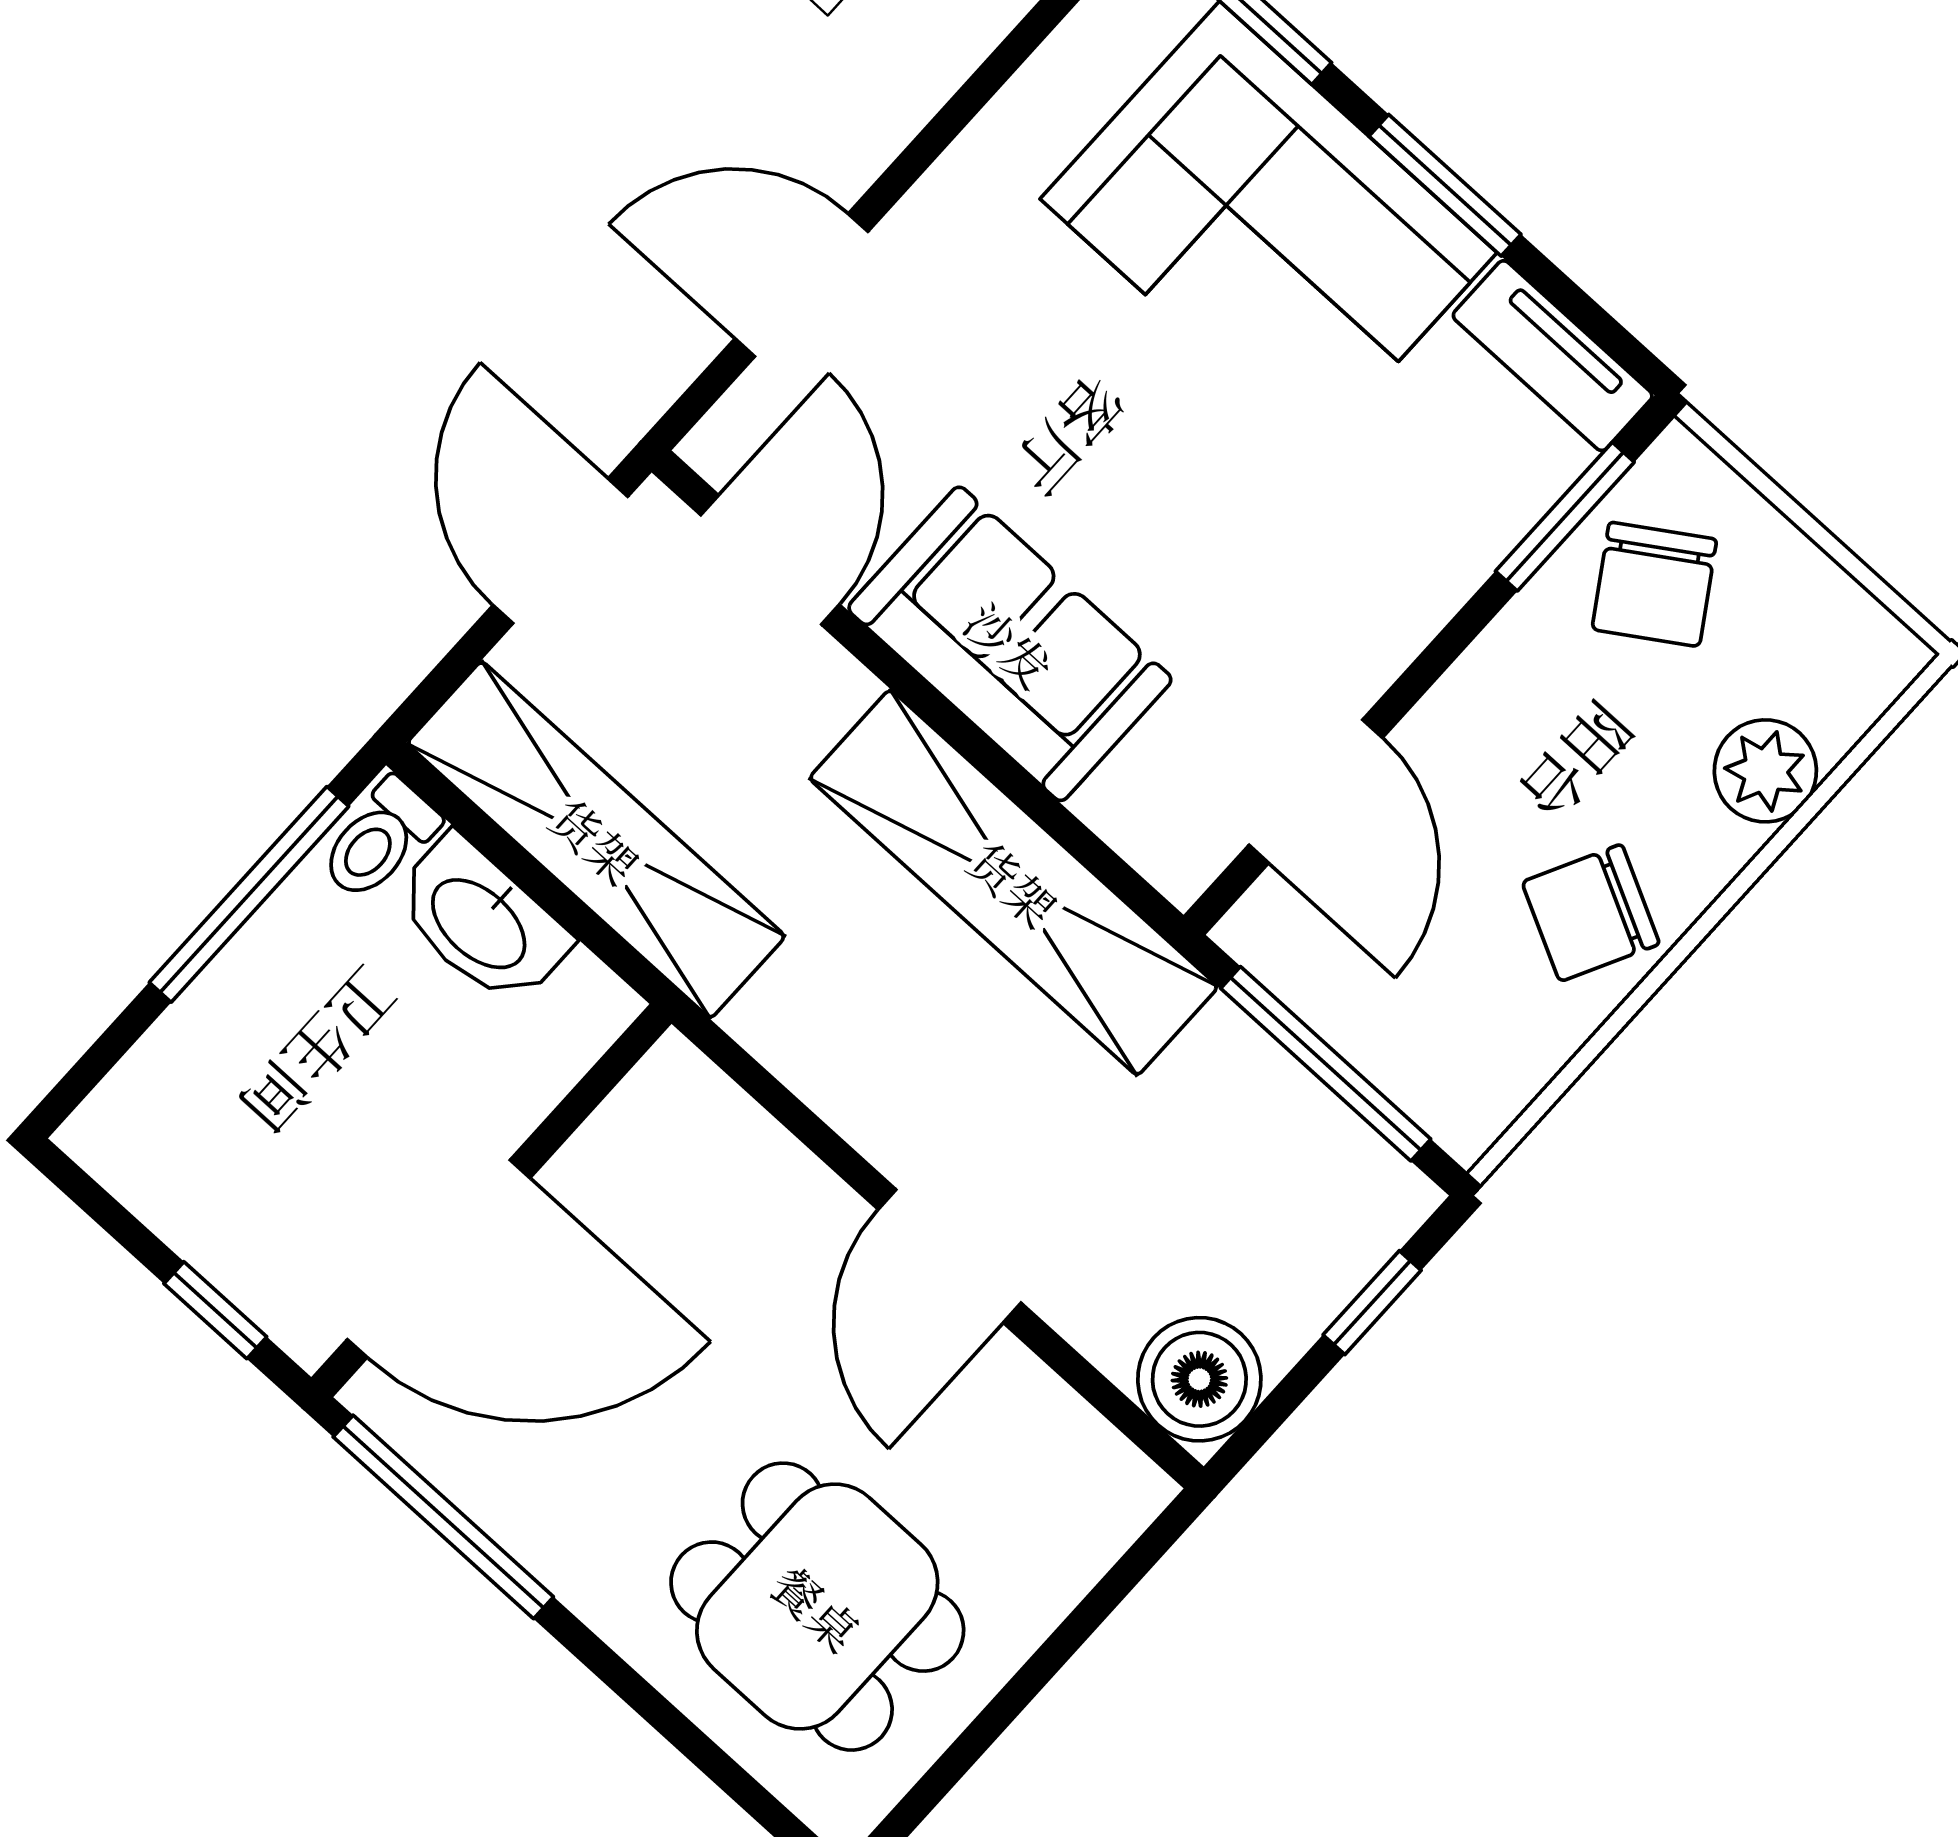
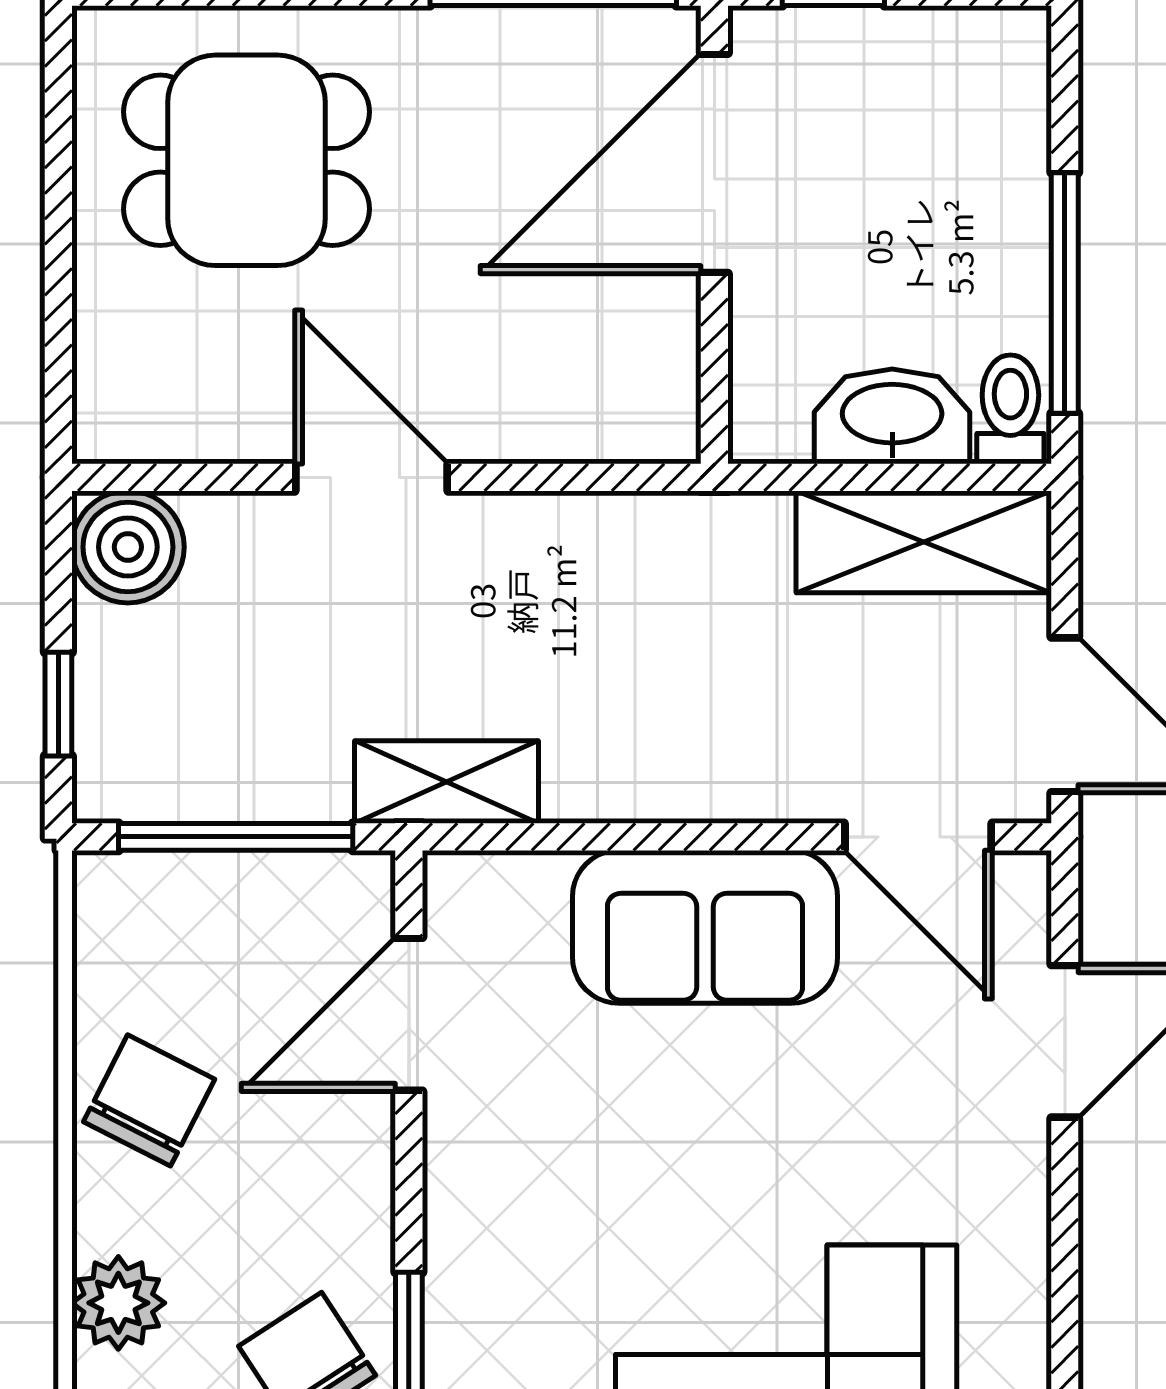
door: (1316, 791) -> (409, 1014), hinge flipped
shelving: (596, 840) -> (924, 542), width x0.68
shelving: (1014, 883) -> (446, 782), width x0.45, depth x0.75

